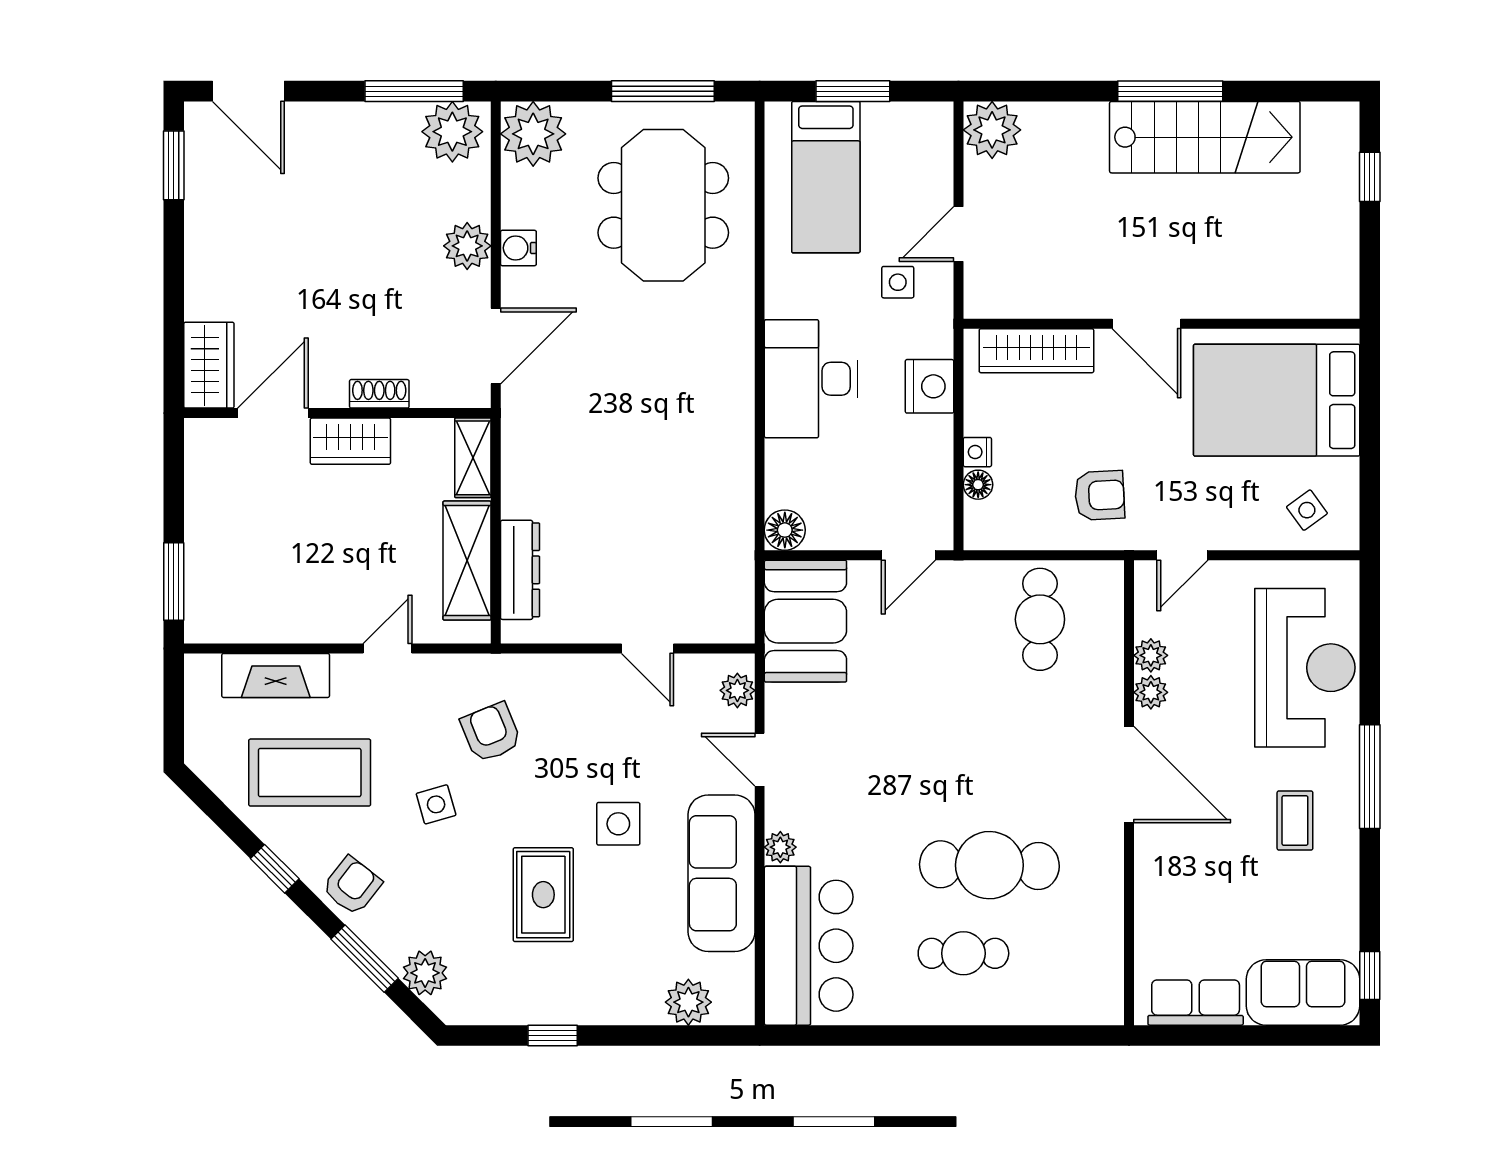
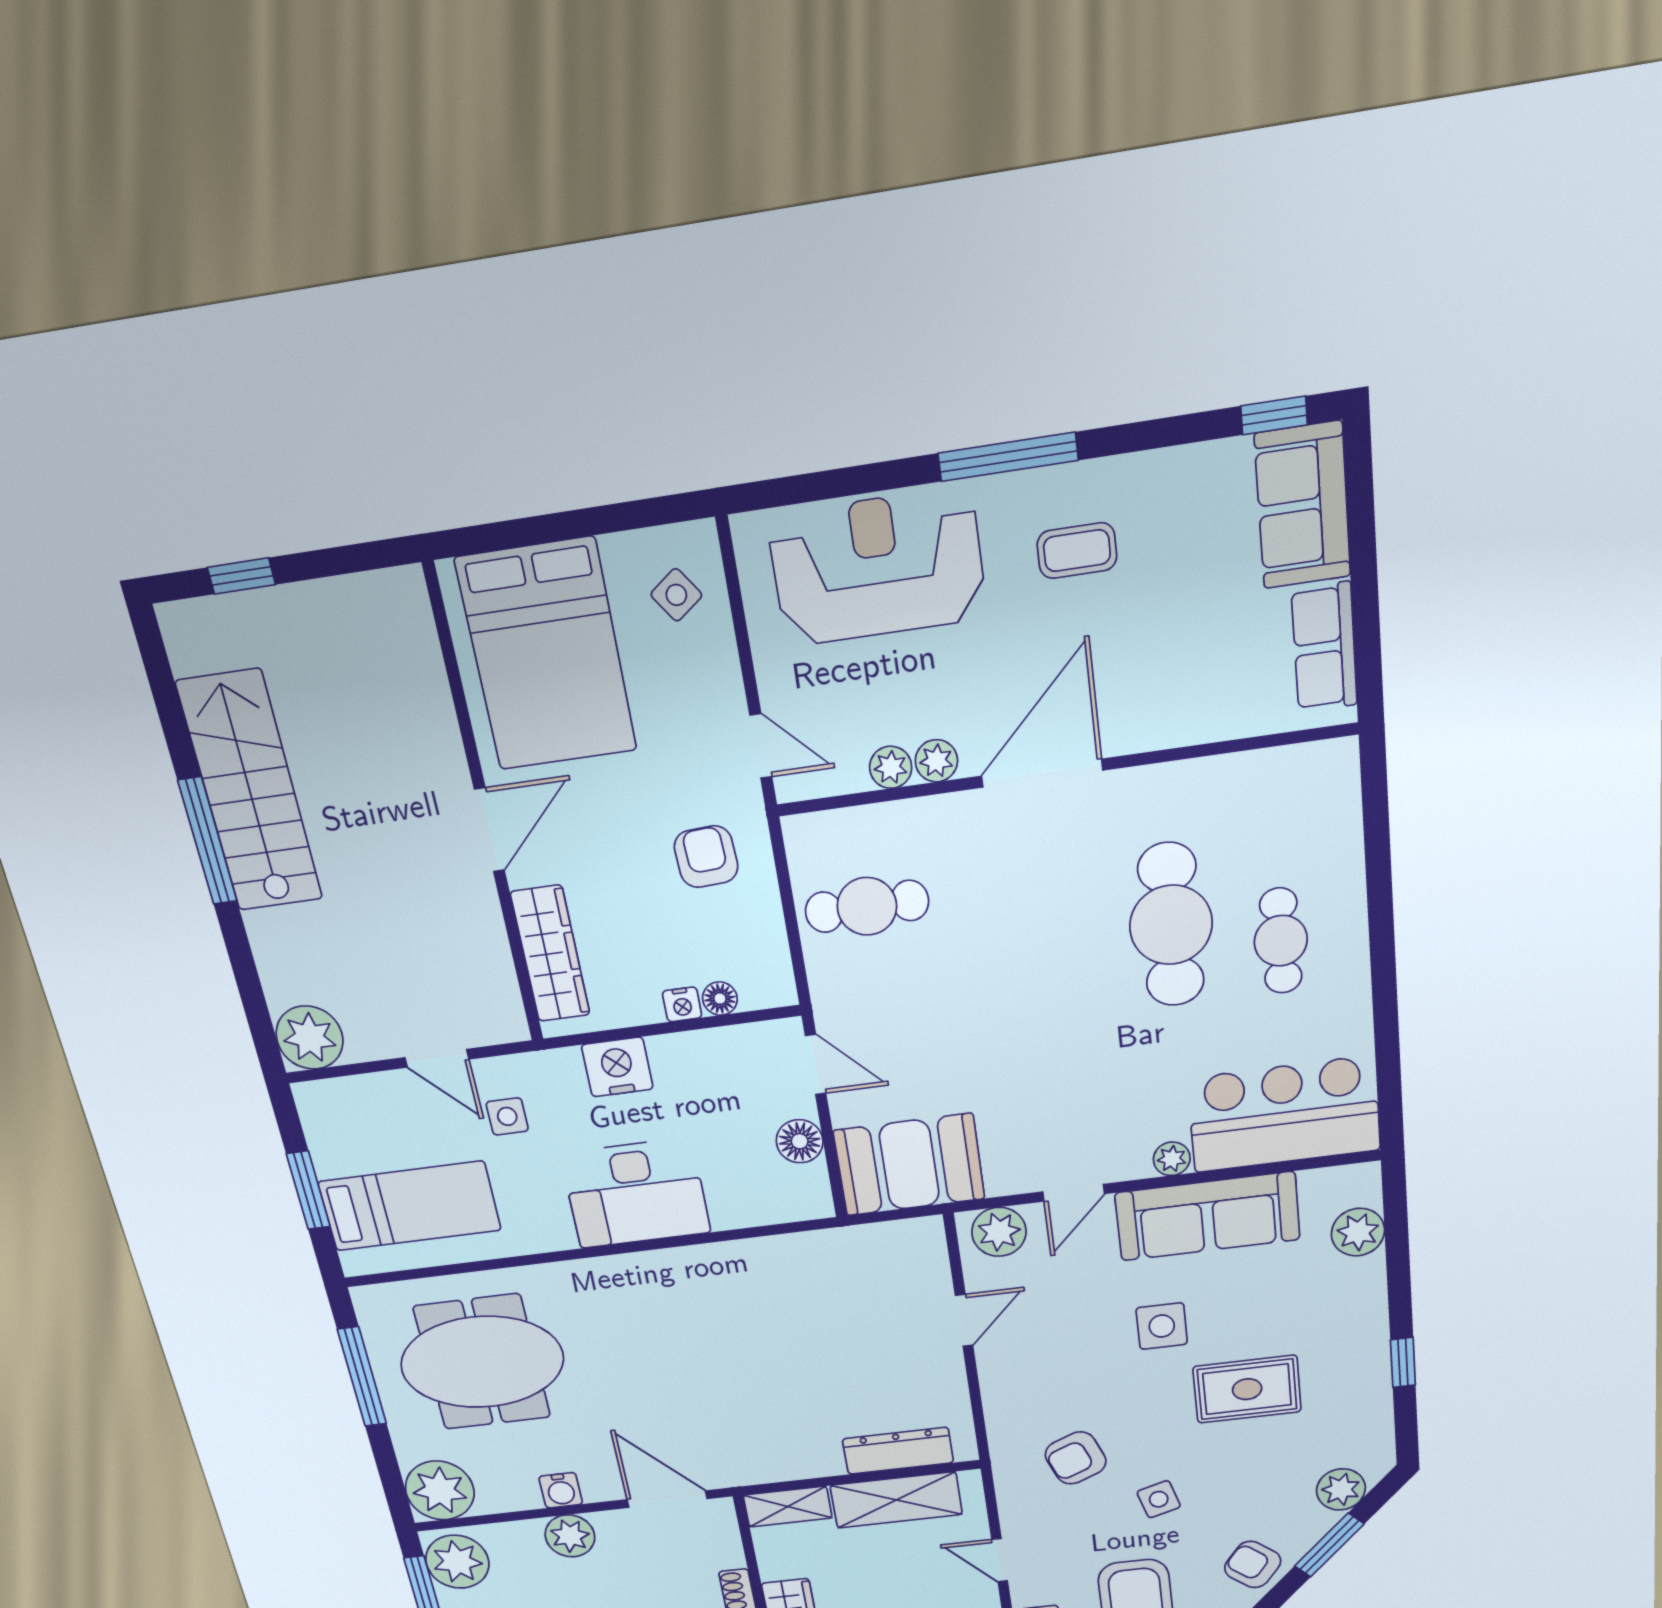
floor lamp: (785, 530) -> (800, 1141), moved
plant: (737, 690) -> (999, 1232), width x1.38, depth x1.38

